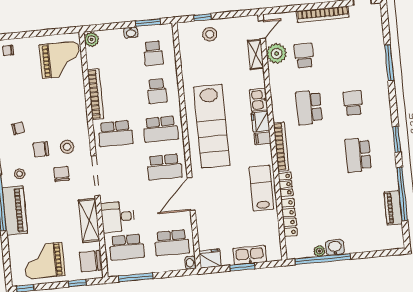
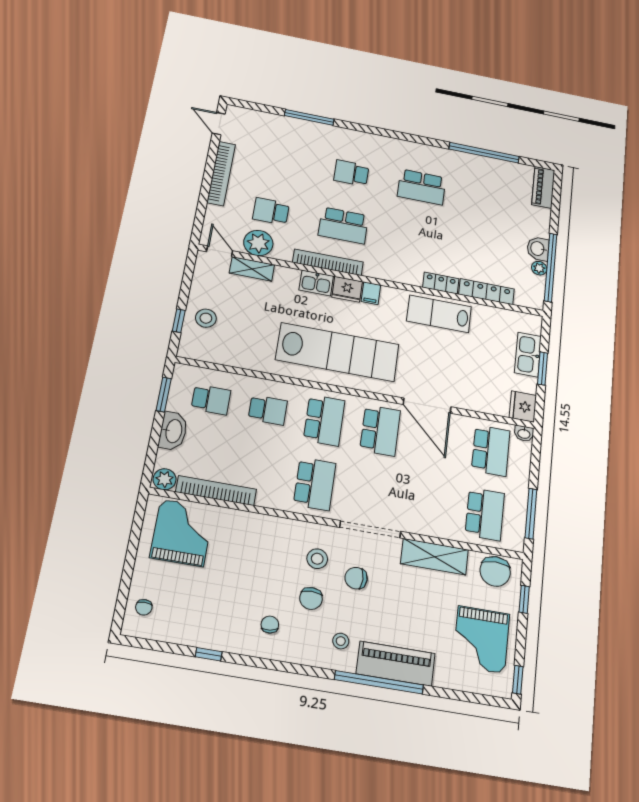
washbasin: (131, 33) -> (173, 431), width x1.91, depth x1.45
bookcase: (95, 94) -> (216, 491), moved
window: (397, 139) -> (412, 138), removed
bookcase: (281, 147) -> (328, 262), moved
piano: (393, 208) -> (543, 187), moved, turned 90
desk: (118, 217) -> (438, 514), removed

